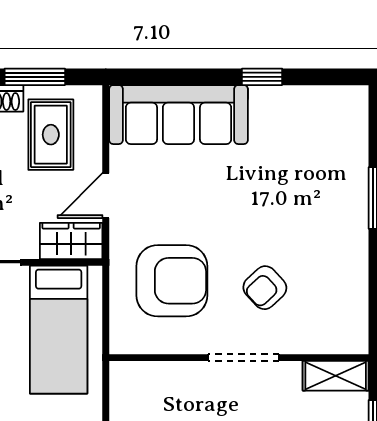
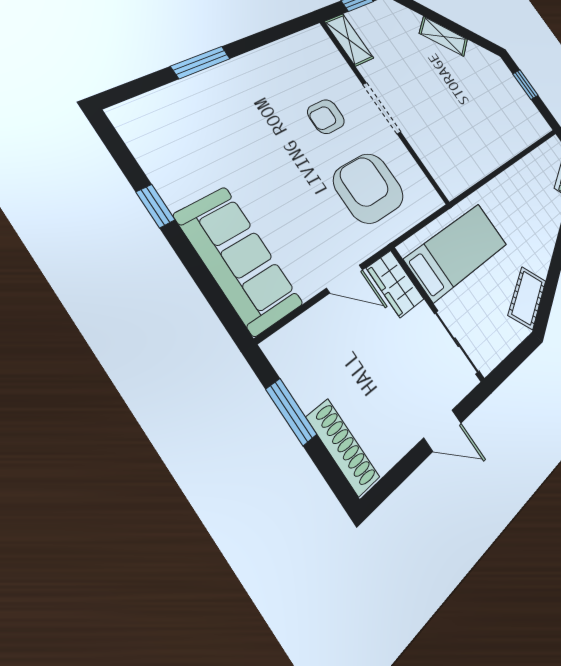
rug: (51, 135) -> (330, 360), removed
armchair: (265, 288) -> (326, 117), turned 133

